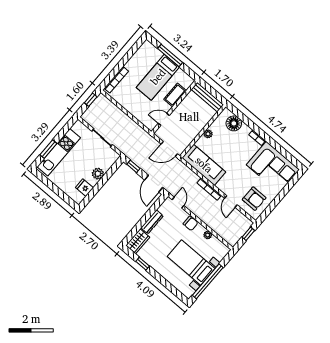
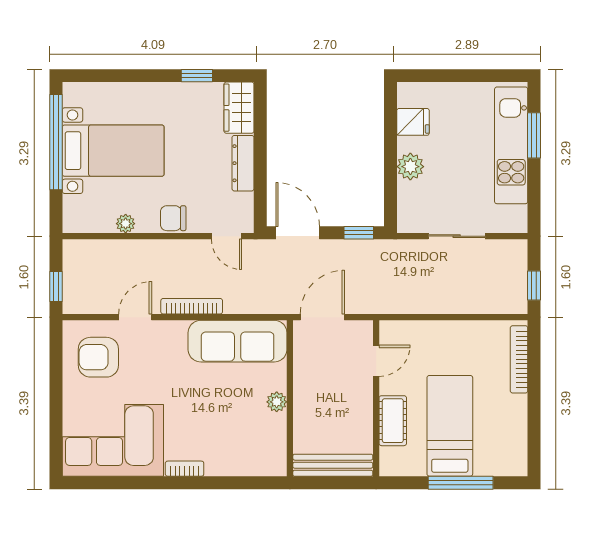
floor lamp: (234, 123) -> (247, 459), removed
door: (231, 202) -> (135, 317), hinge flipped

